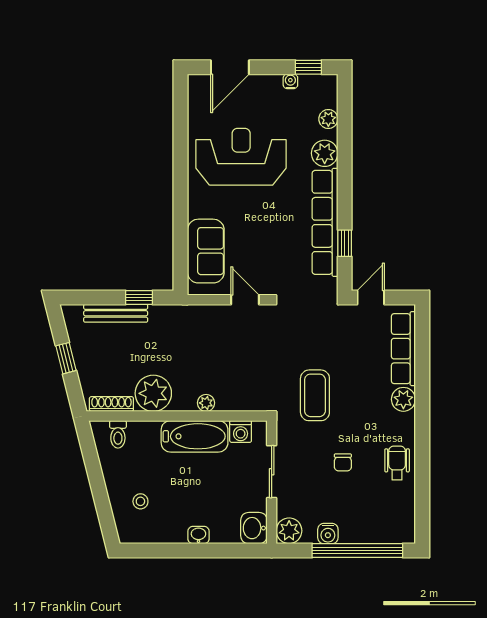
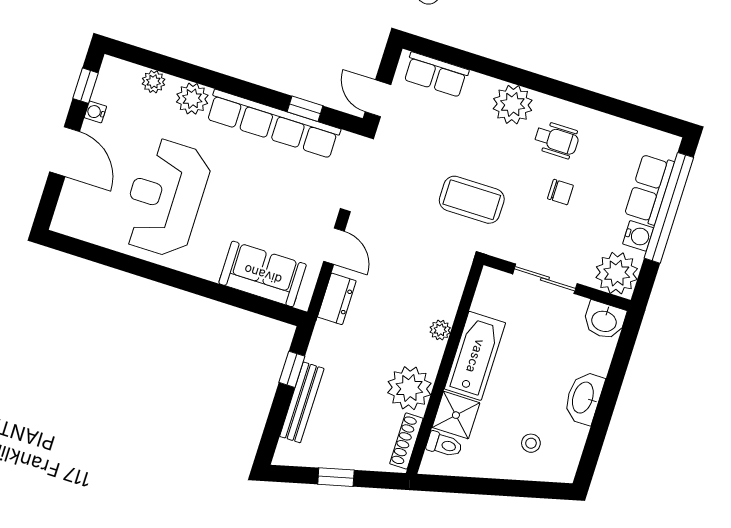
door: (230, 67) -> (65, 152), moved
door: (245, 300) -> (334, 246), swing flipped
dresser: (205, 315) -> (337, 299), added
row of seats: (403, 349) -> (436, 75), width x0.68
plant: (403, 399) -> (513, 105), width x1.36, depth x1.36
washing machine: (241, 431) -> (486, 300), removed
shower: (144, 436) -> (456, 415), added
wheelchair: (397, 463) -> (557, 140), moved, turned 180
plant: (289, 531) -> (617, 273), width x1.36, depth x1.36
row of seats: (367, 531) -> (649, 189), added
washbasin: (198, 535) -> (584, 398), width x1.91, depth x1.45

